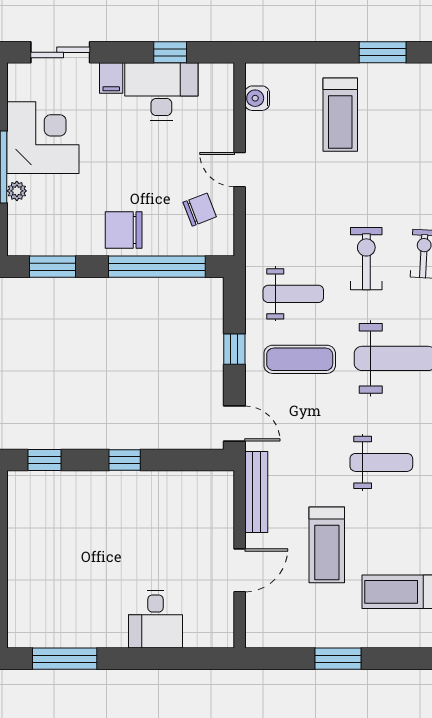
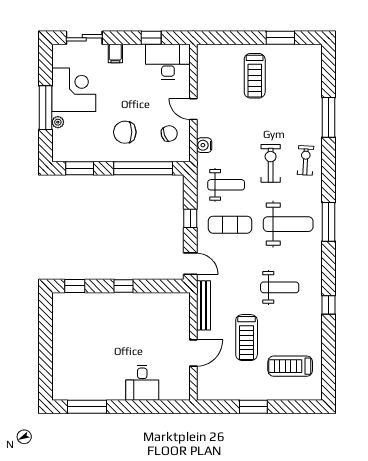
desk: (161, 91) -> (168, 62), moved
water cooler: (257, 98) -> (204, 145), moved
chair: (124, 230) -> (125, 132), moved

